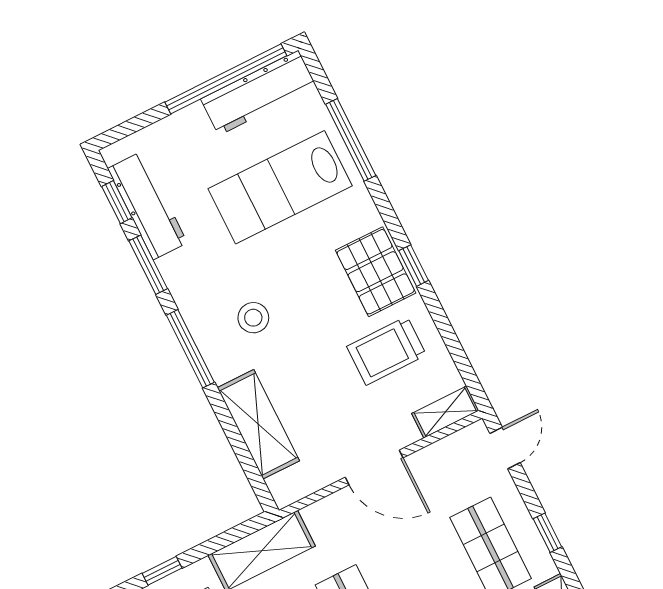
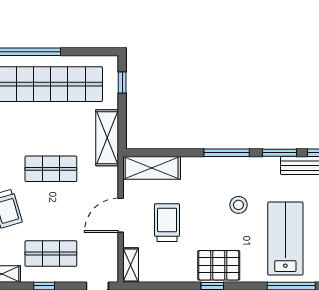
stool: (253, 318) -> (238, 205), moved
trolley: (387, 351) -> (167, 223), moved
shelving: (258, 424) -> (152, 168), moved

